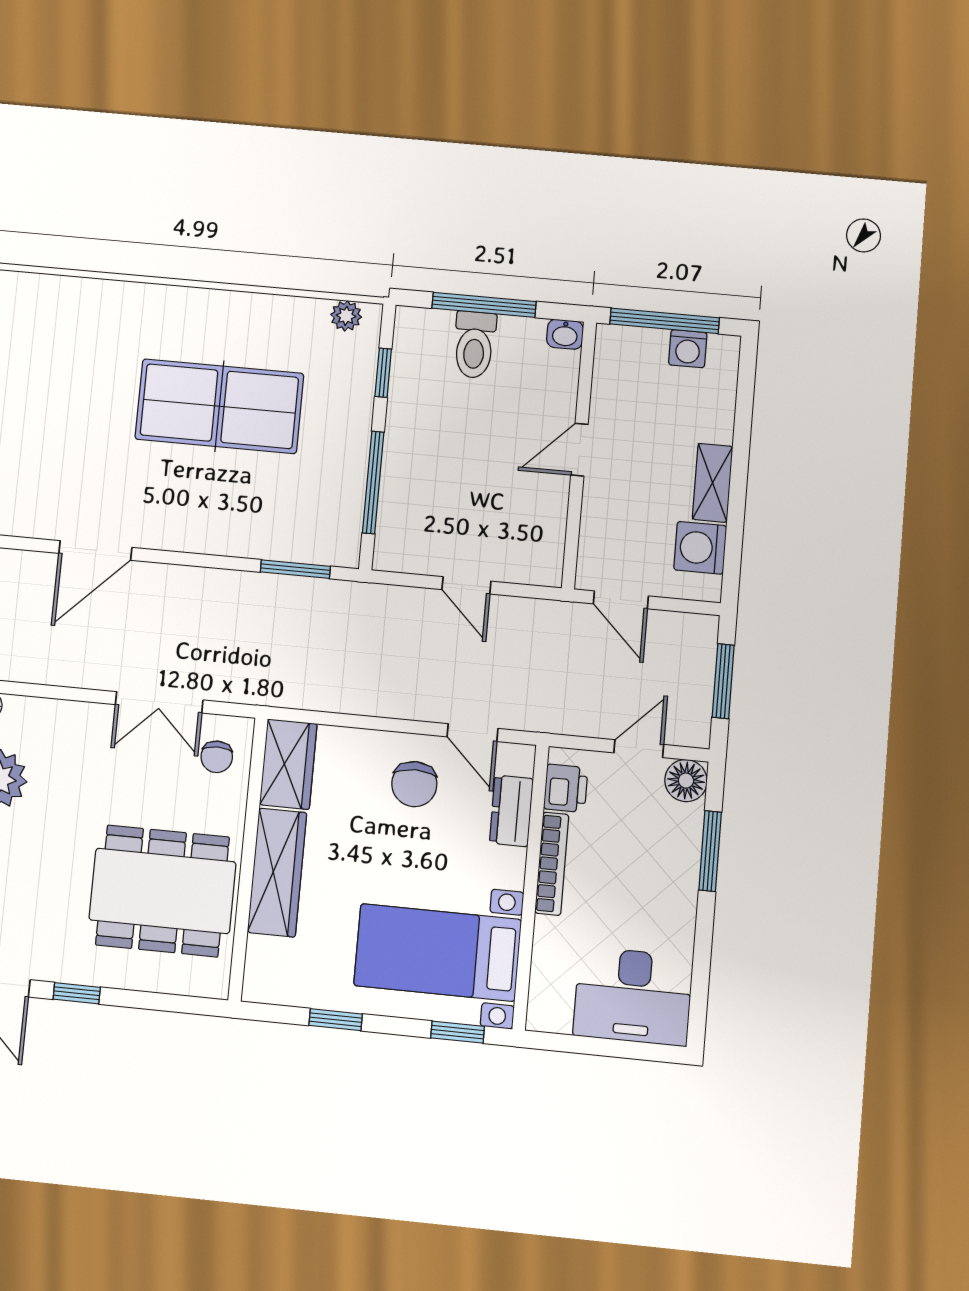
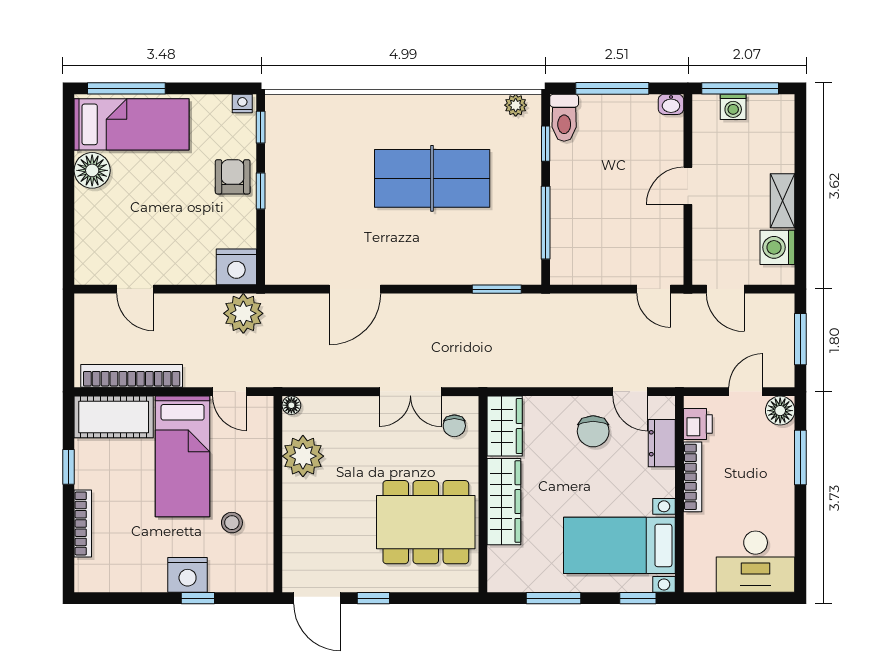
toilet: (474, 345) -> (564, 118), moved
washing machine: (688, 349) -> (733, 107), moved
door: (466, 585) -> (654, 289), moved
window: (336, 1020) -> (554, 598), width x1.50

